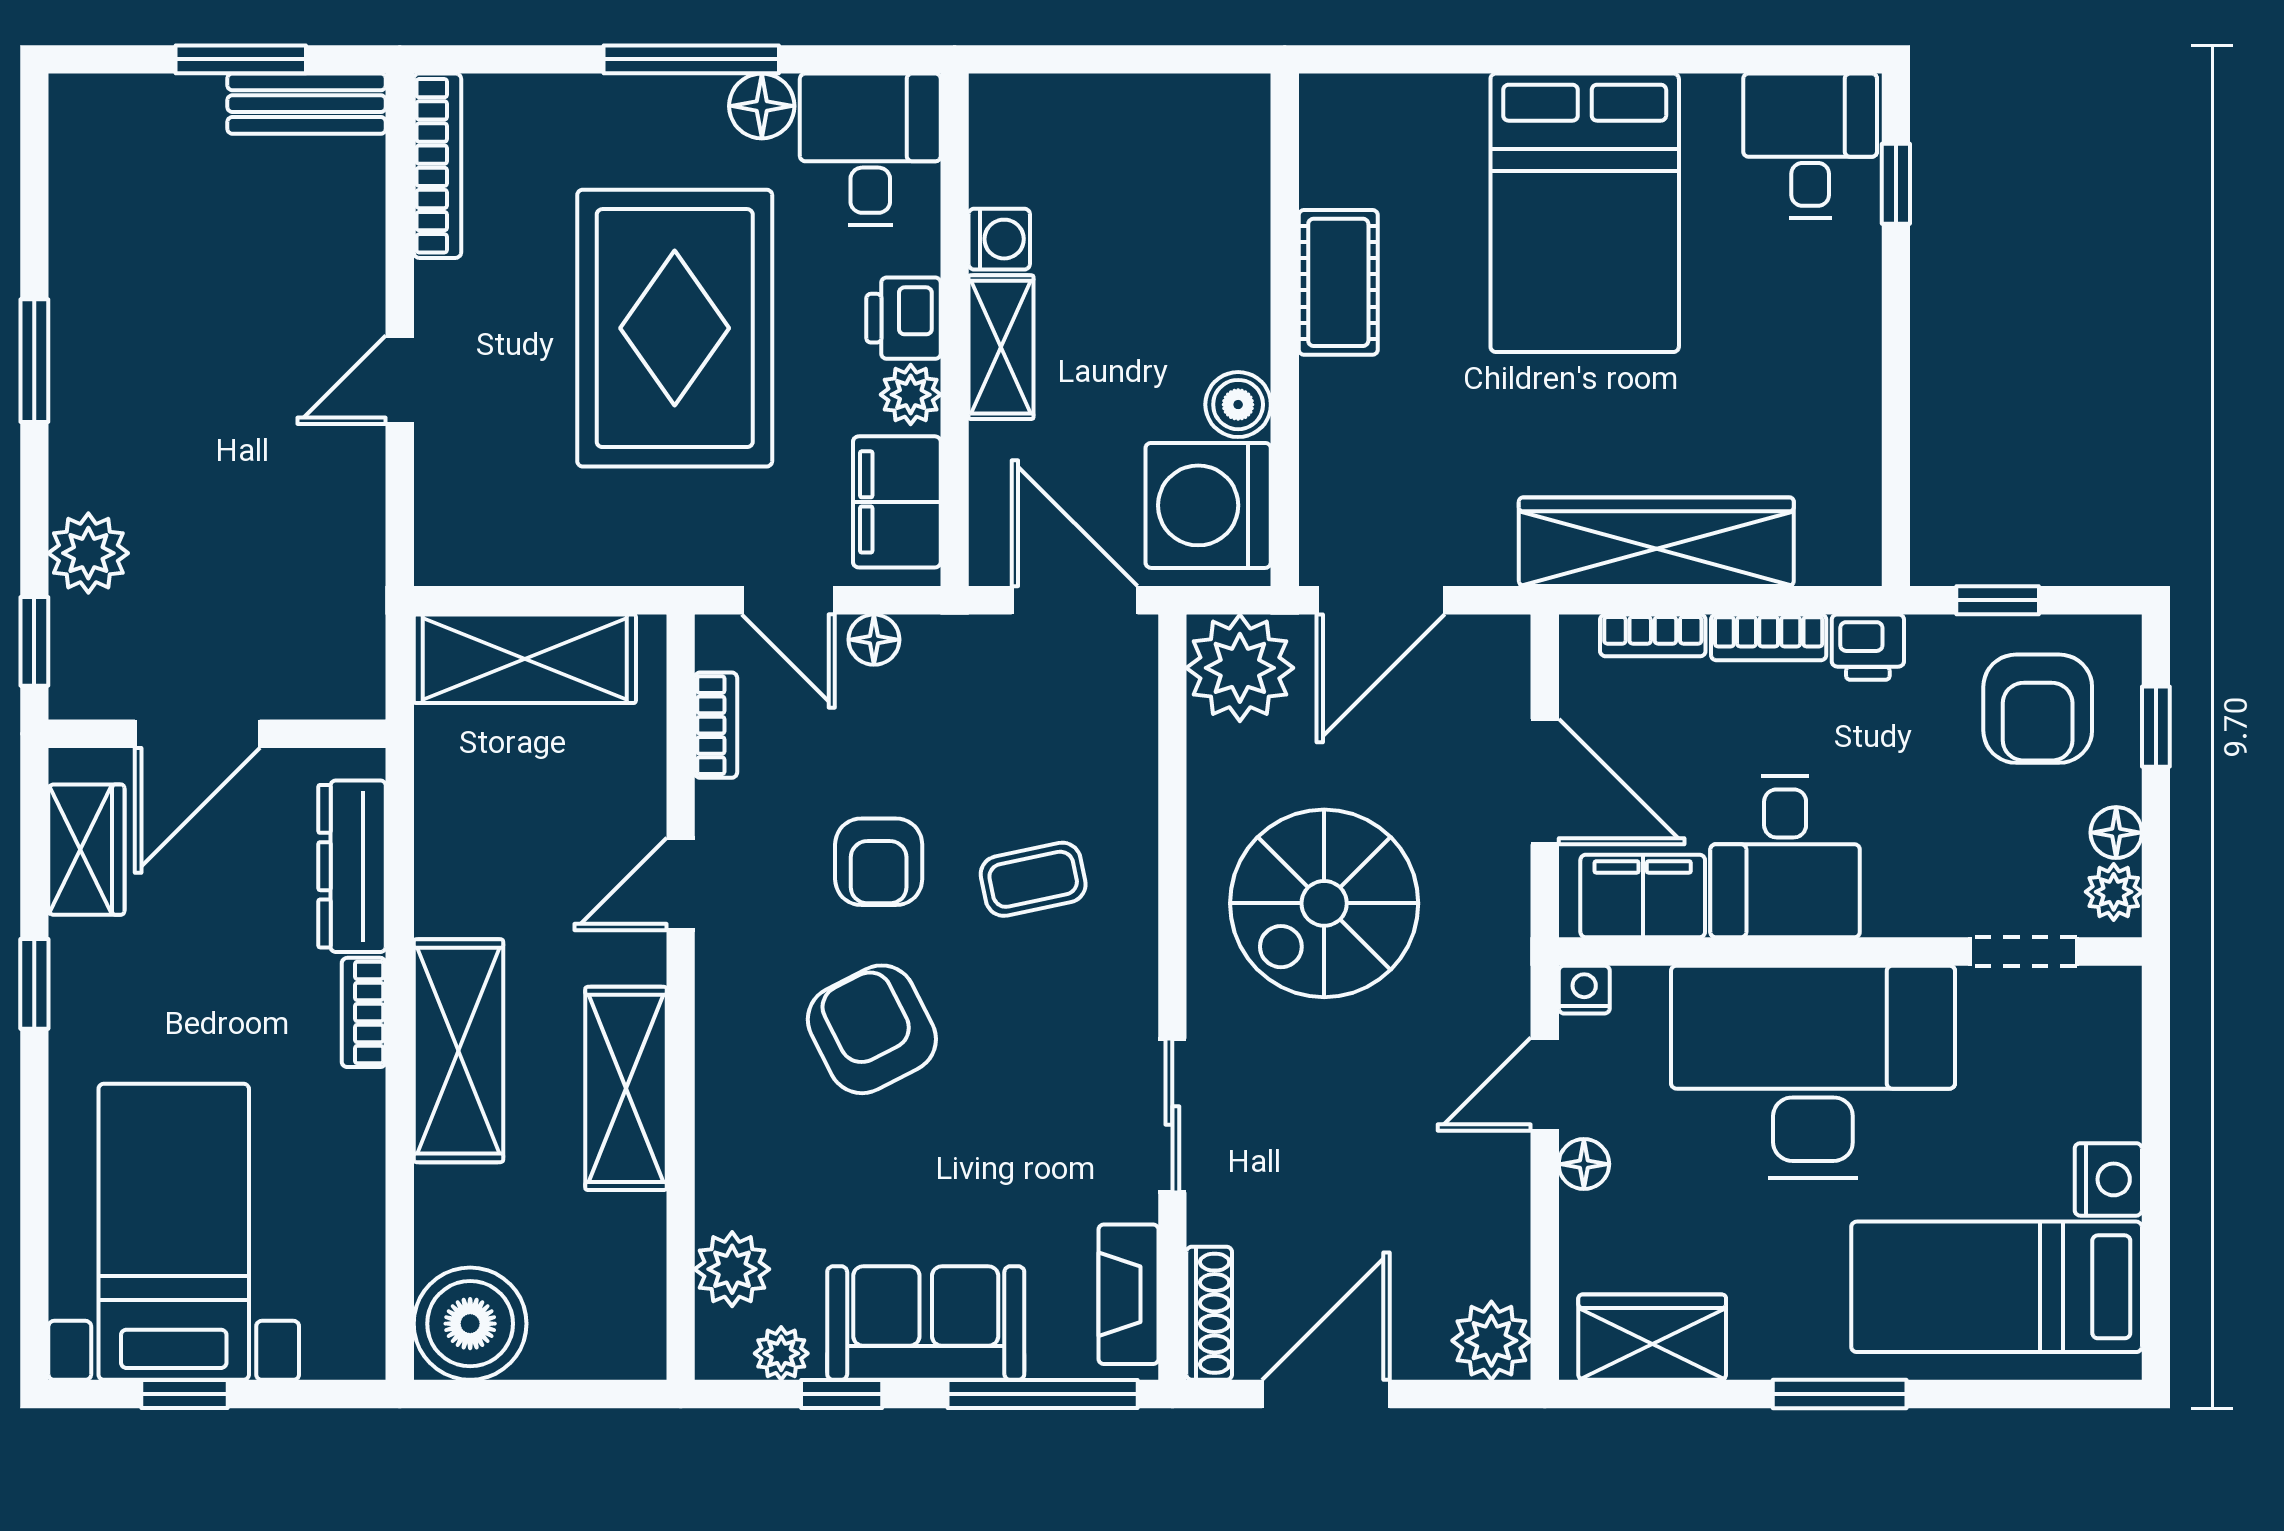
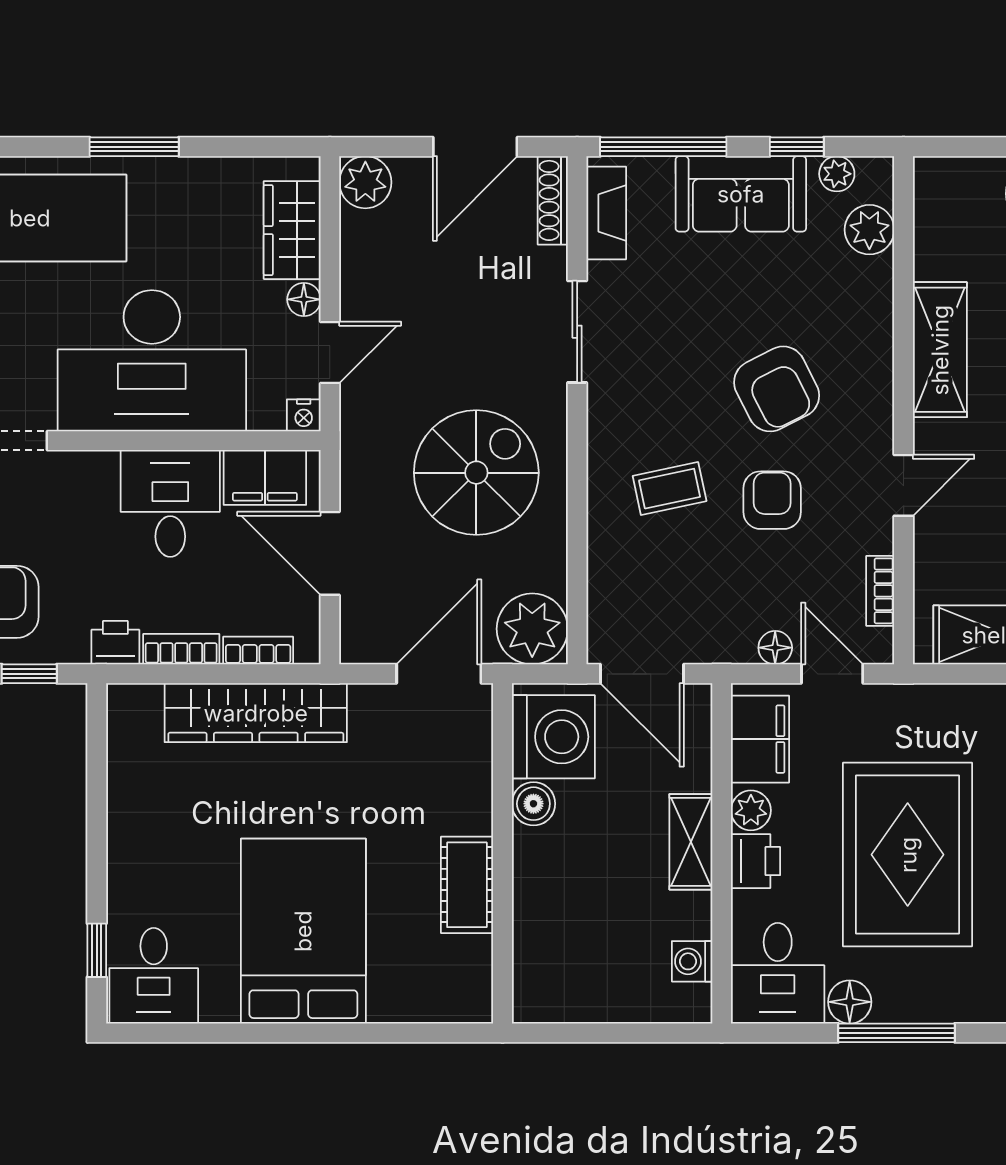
washing machine: (999, 239) -> (692, 961), moved
wardrobe: (1652, 1337) -> (292, 230), moved, turned 90

